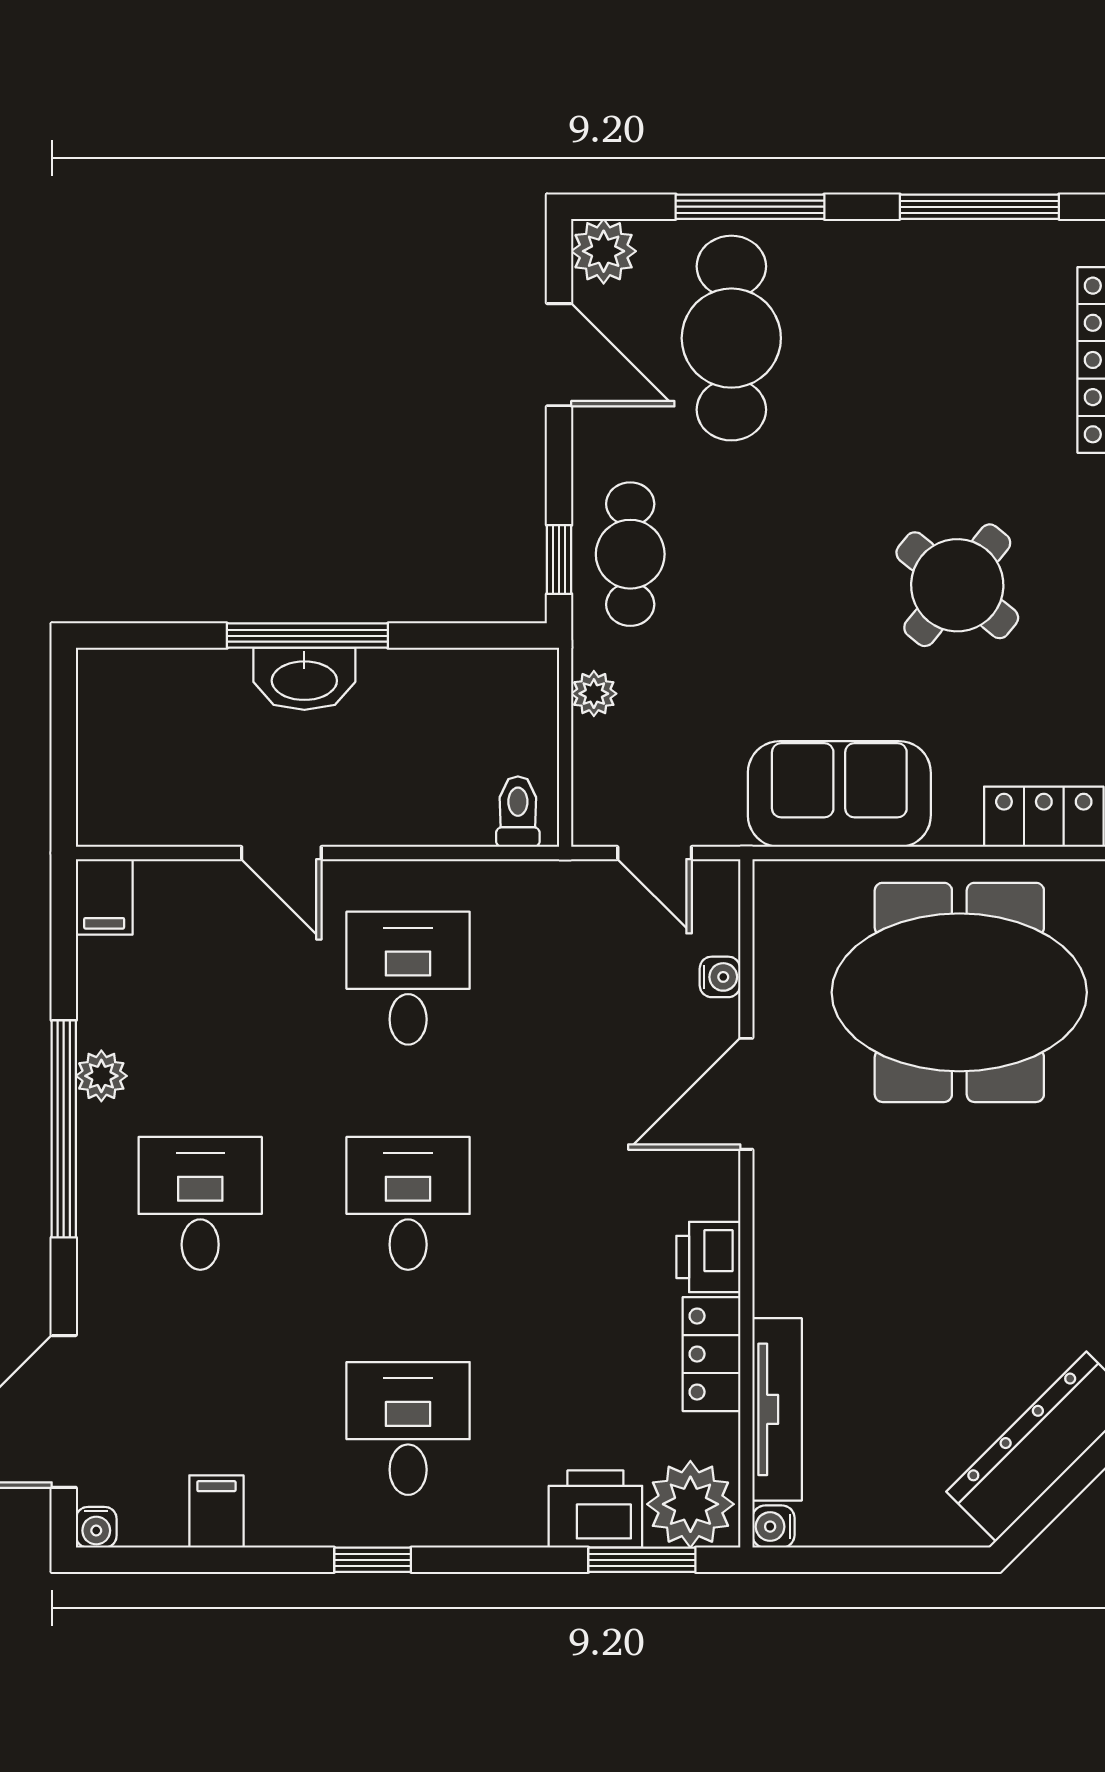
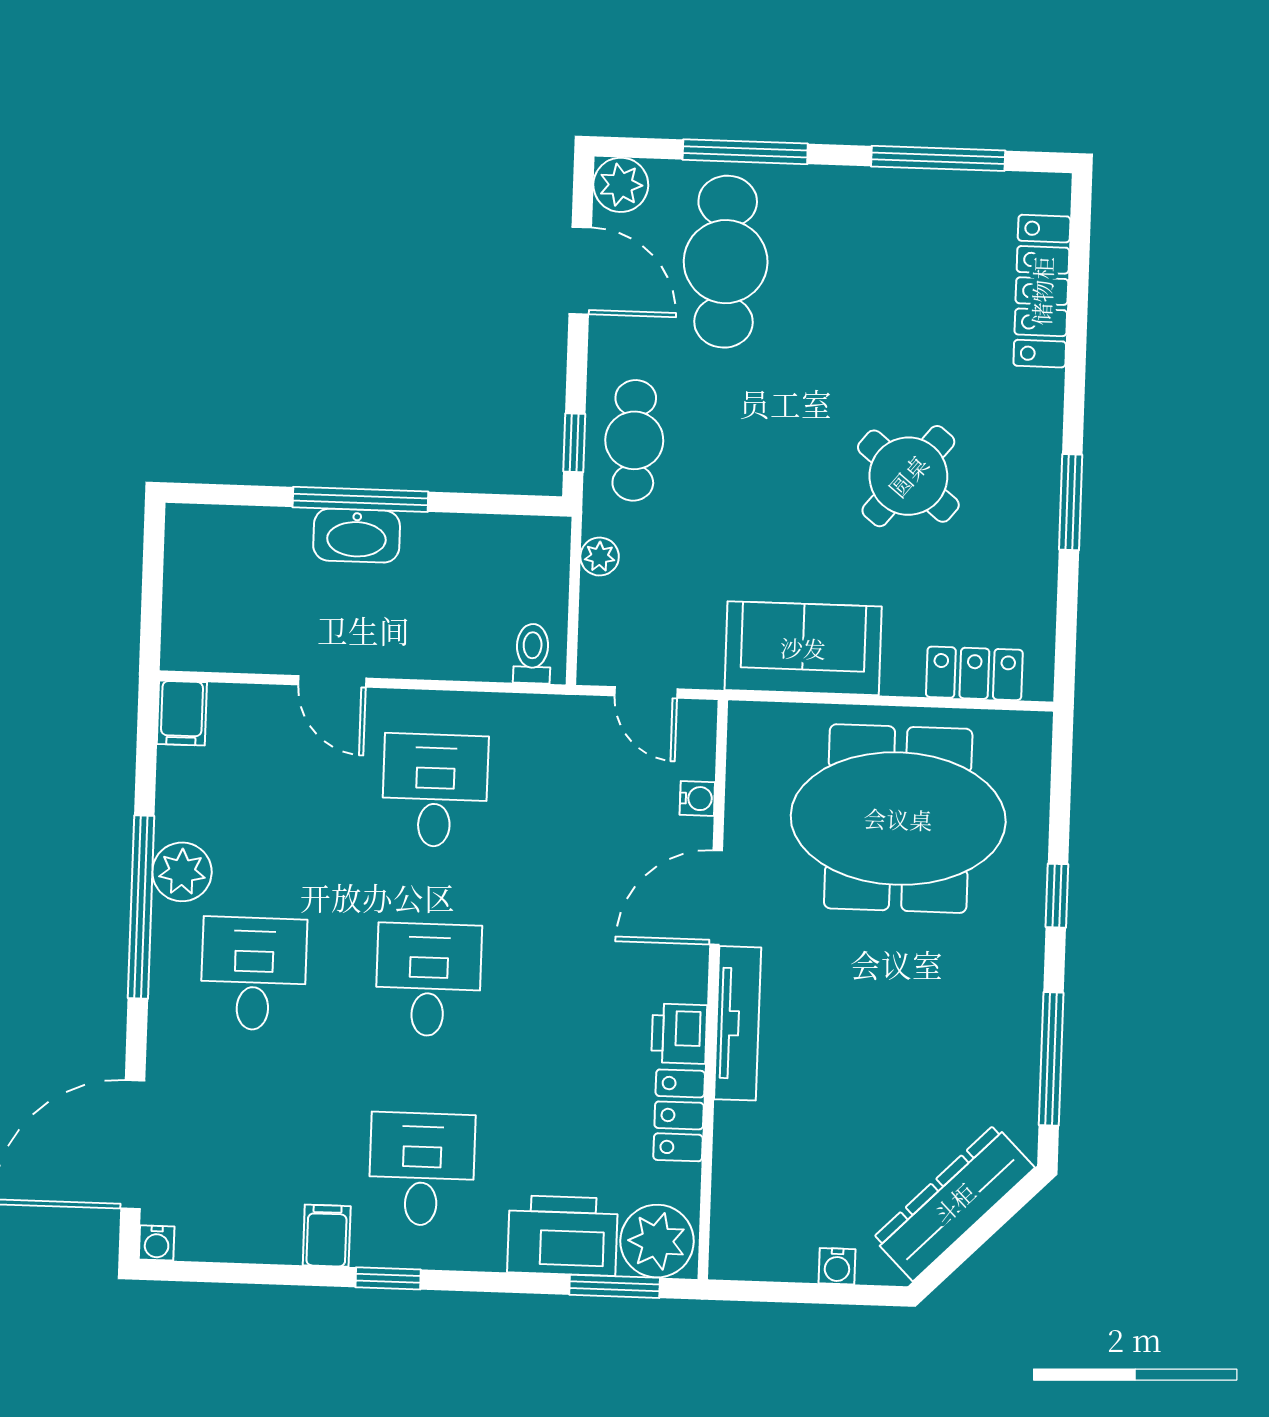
plant: (101, 1076) -> (182, 872), width x1.38, depth x1.38
tv unit: (777, 1409) -> (738, 1023), moved
printer: (595, 1509) -> (563, 1236), width x1.37, depth x1.19
filing cabinet: (216, 1511) -> (327, 1236), moved
water cooler: (773, 1527) -> (837, 1266), moved, turned -90

